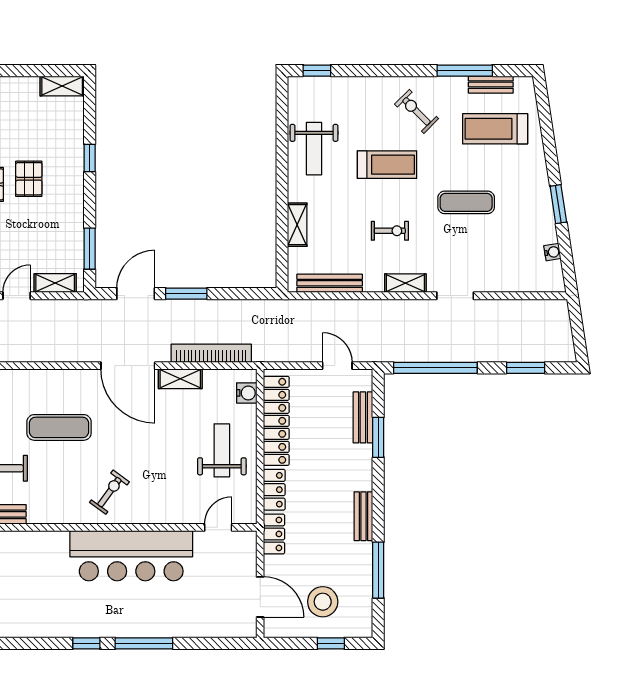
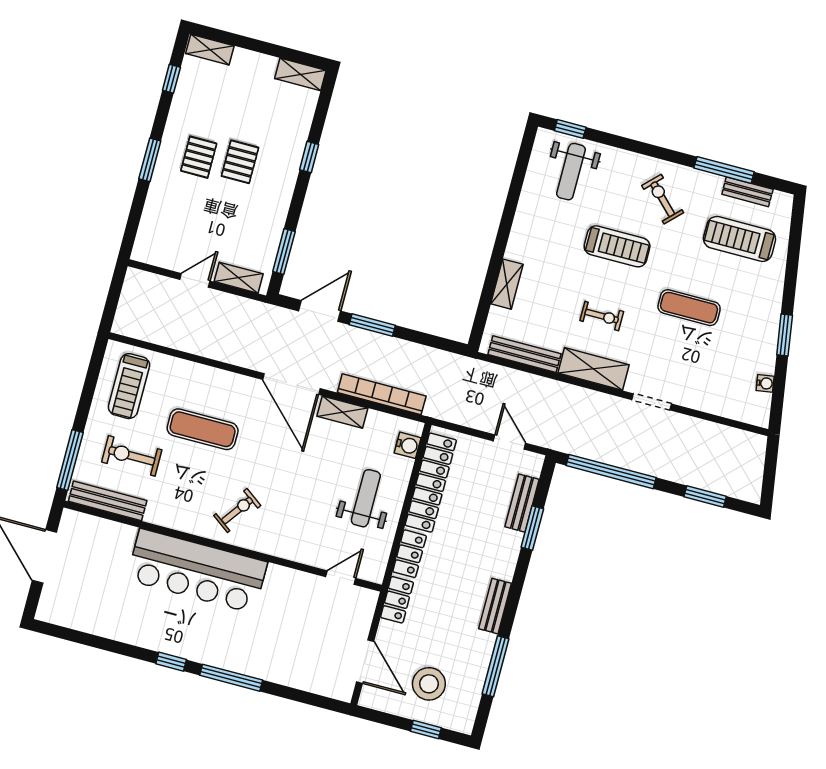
weight bench: (314, 149) -> (571, 172), moved
shelving: (405, 283) -> (593, 369), width x1.50, depth x1.33
bar counter: (131, 556) -> (197, 571), moved

